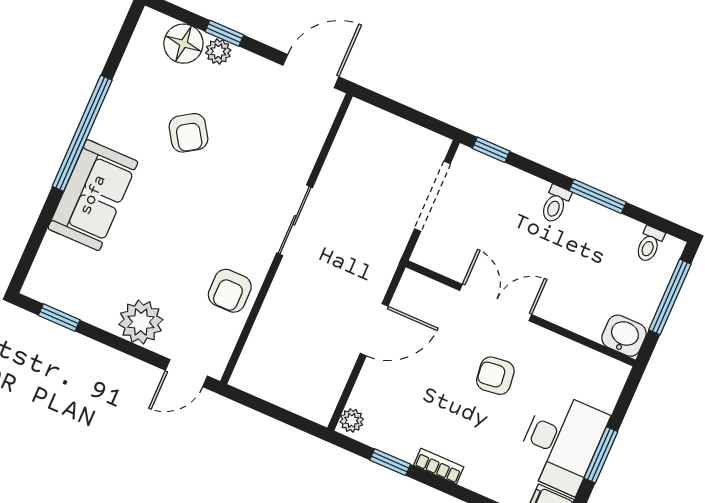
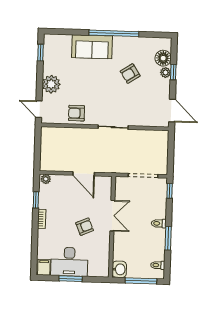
armchair: (495, 376) -> (85, 227), turned 74

